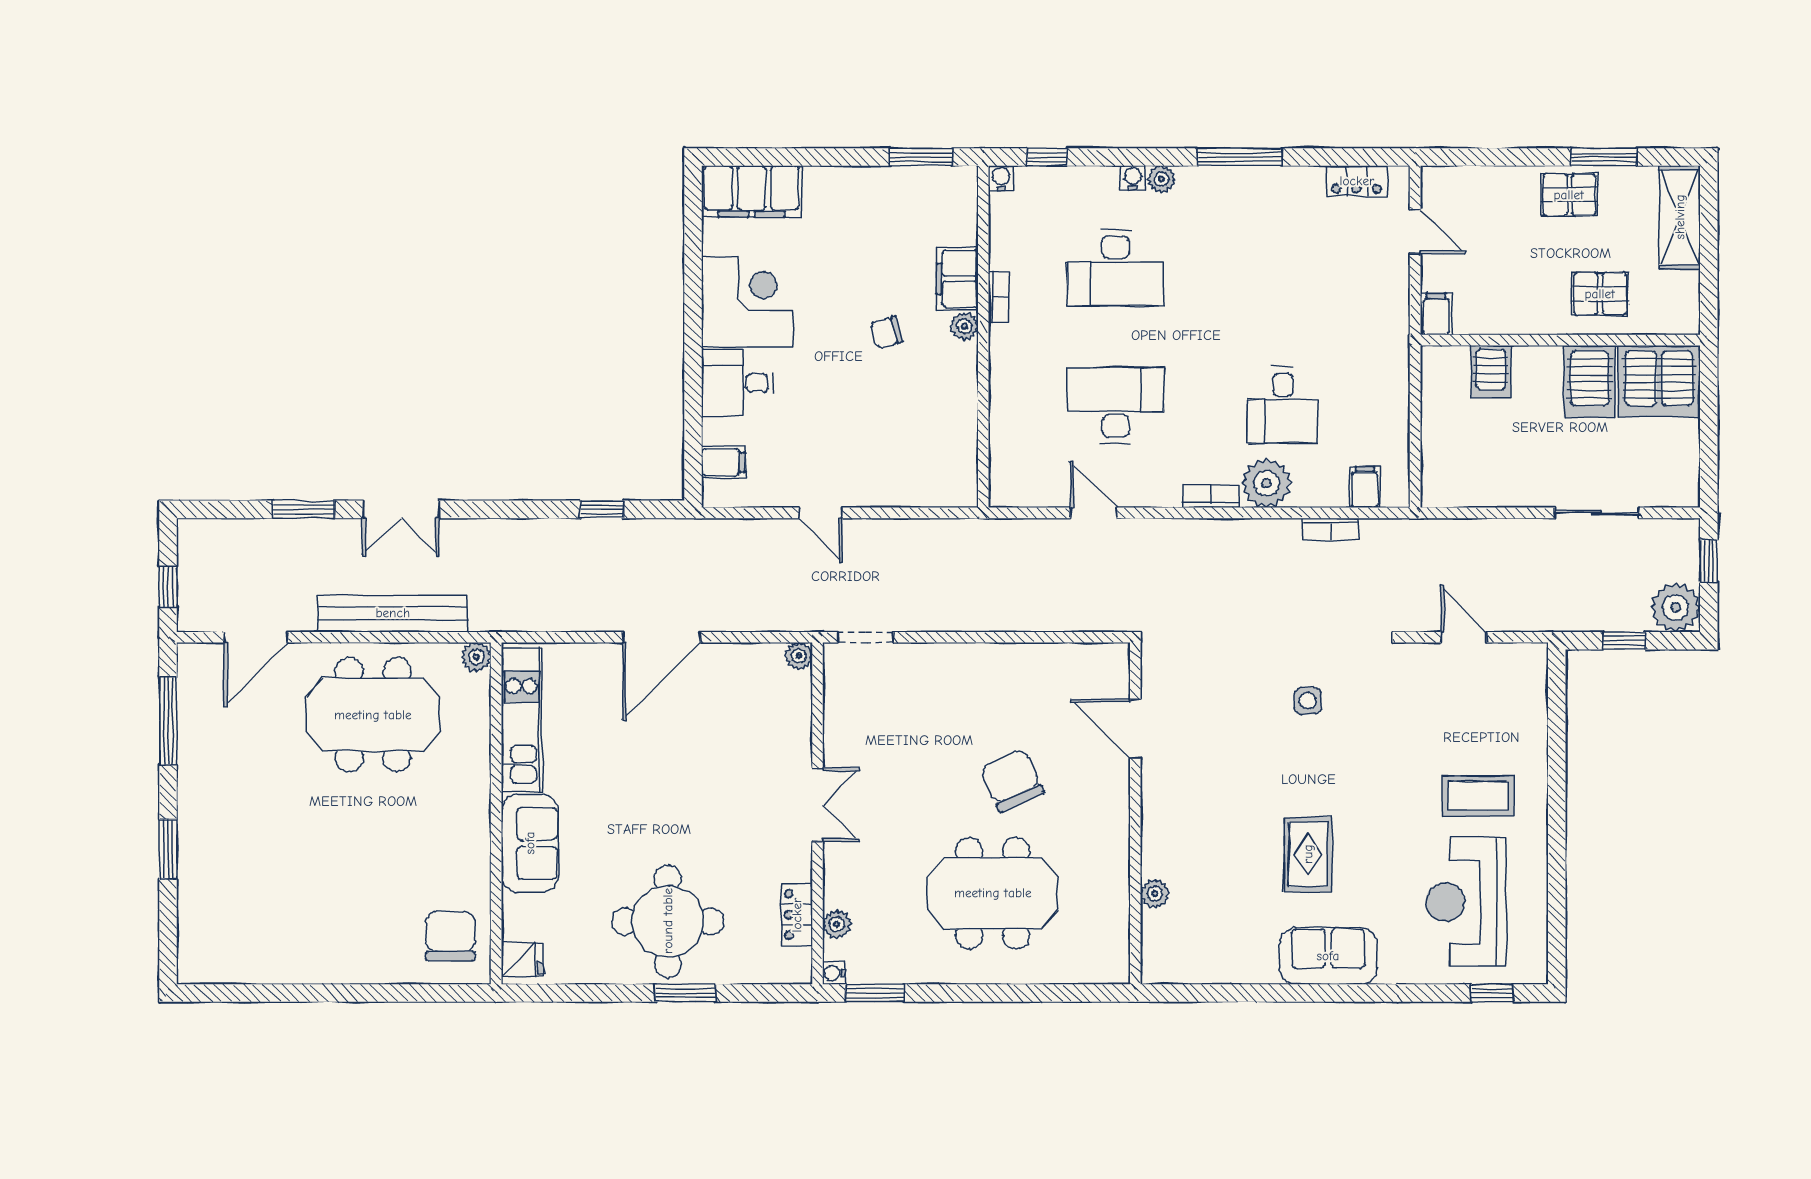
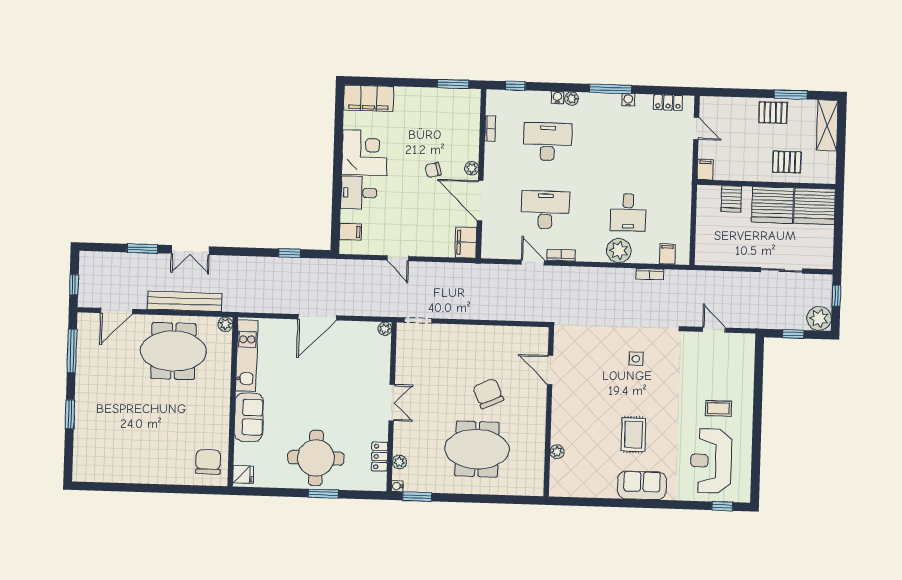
water cooler: (1001, 178) -> (628, 100), moved
desk: (1116, 268) -> (547, 142), turned 180
filing cabinet: (957, 279) -> (466, 242), moved
bookcase: (999, 297) -> (490, 128), moved
server rack: (1590, 381) -> (772, 205), width x1.60
door: (983, 391) -> (480, 201), added
bookcase: (1211, 496) -> (561, 255), moved
coffee table: (1478, 796) -> (719, 409), width x0.73, depth x0.77

